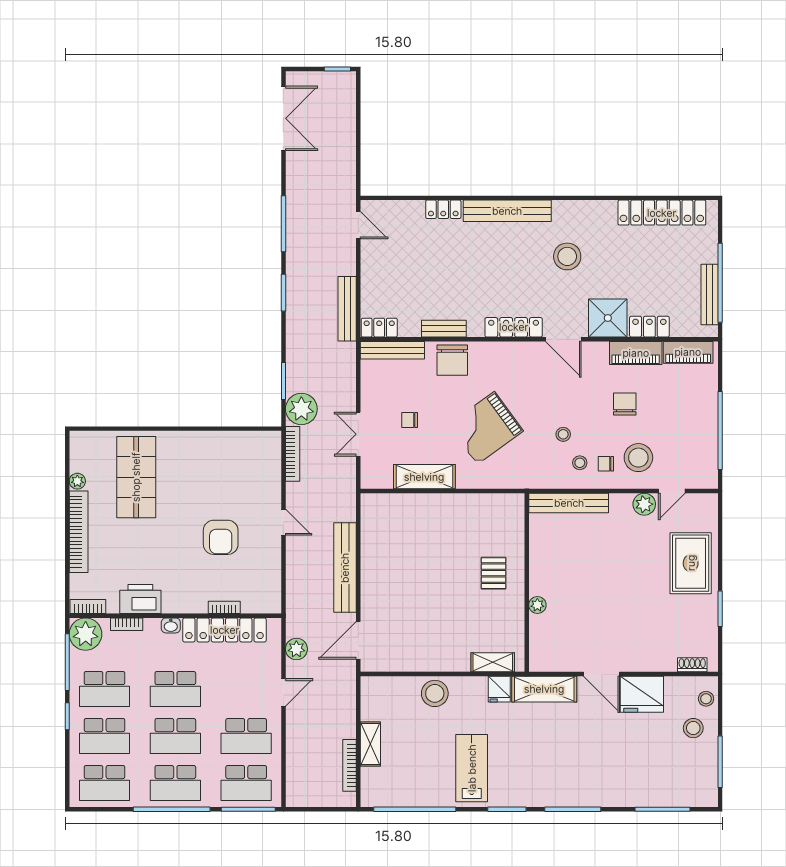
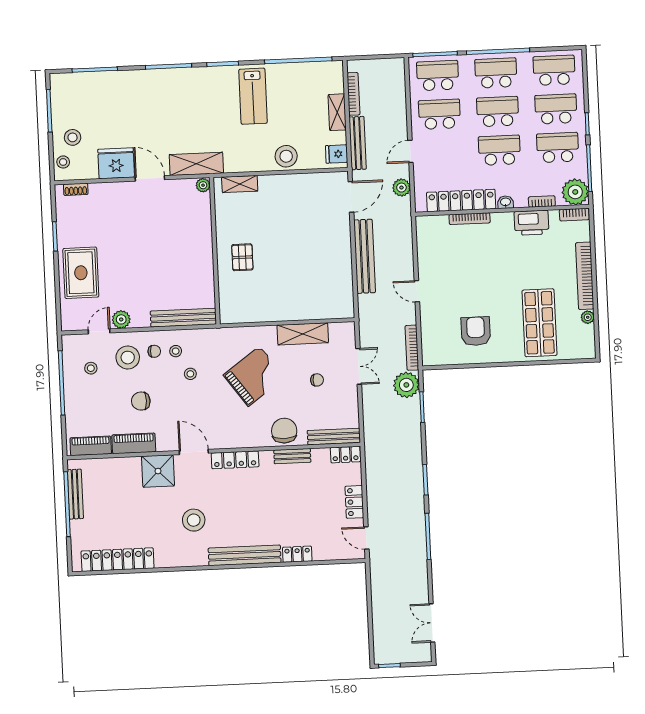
double door: (283, 118) -> (432, 623), width x0.73
bench: (347, 309) -> (358, 143), moved
locker: (649, 327) -> (354, 502), moved, turned 90
chair: (625, 404) -> (141, 401), turned 90
stool: (684, 447) -> (91, 368), added
armchair: (221, 537) -> (476, 331), moved
plant: (537, 605) -> (203, 185), moved
bookcase: (224, 607) -> (470, 219), width x1.56
fridge: (499, 689) -> (337, 154), moved, turned -90

